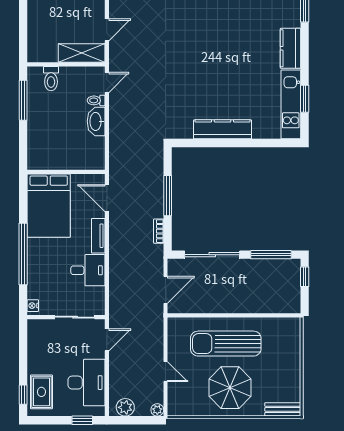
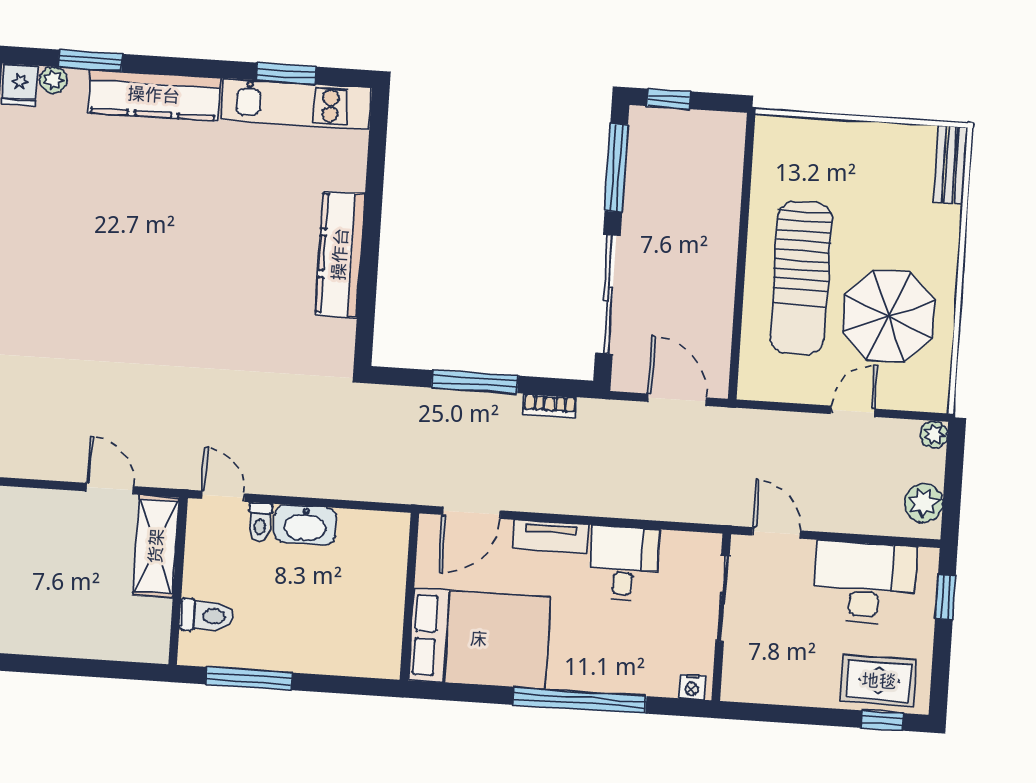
kitchen counter: (290, 48) -> (154, 95), width x1.50
parasol: (230, 388) -> (889, 316), moved

